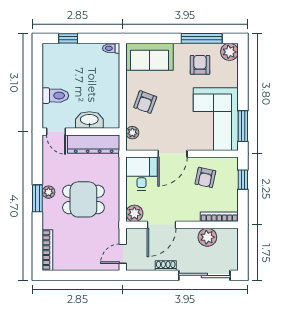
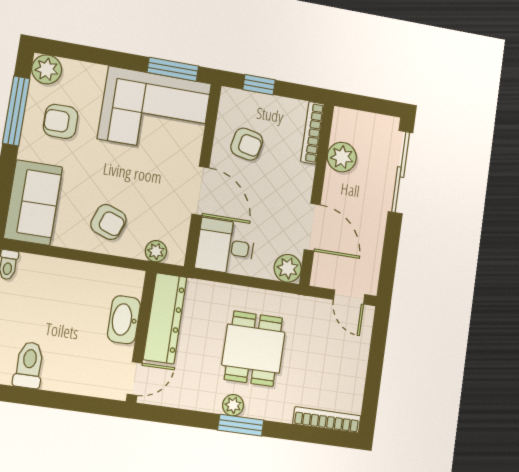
toilet: (55, 96) -> (29, 365), moved
shoe rack: (166, 266) -> (377, 231), removed

